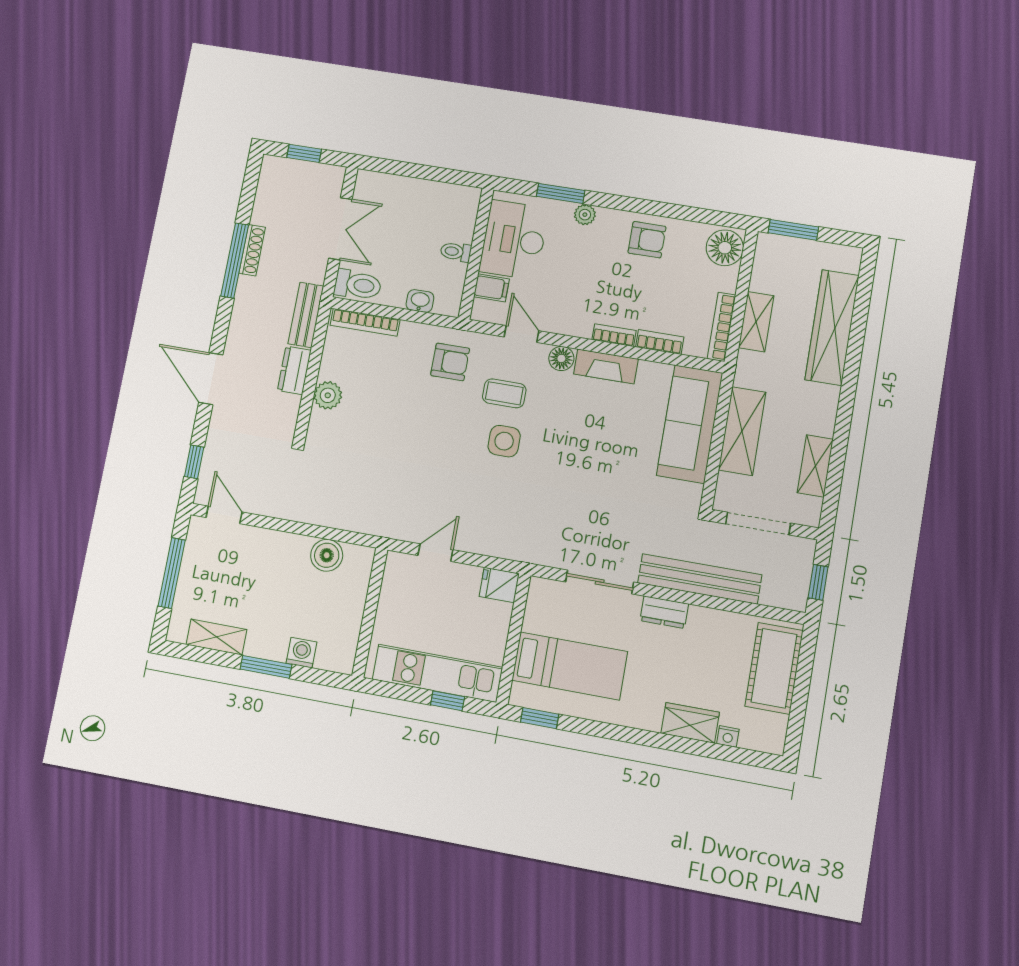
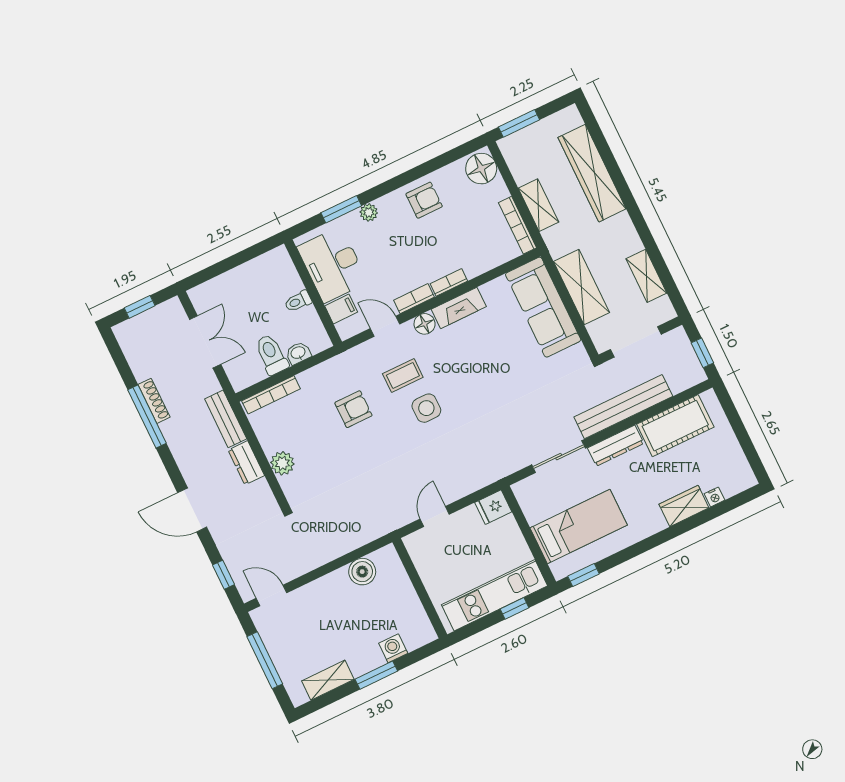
toilet: (358, 285) -> (271, 355), moved, turned -90
bookcase: (660, 342) -> (414, 299), moved
armchair: (450, 362) -> (353, 409), moved
dresser: (664, 612) -> (616, 446), width x1.44
cot: (774, 668) -> (675, 426), moved, turned 90

